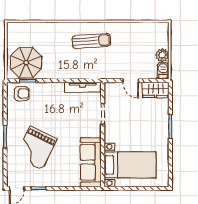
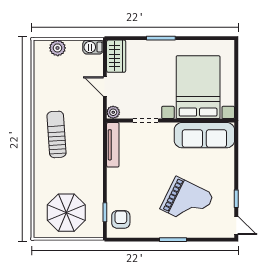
plant: (162, 55) -> (58, 48), moved
parasol: (26, 63) -> (66, 213), moved
door: (131, 81) -> (105, 86), swing flipped
plant: (109, 87) -> (113, 112), added
bed with nightstands: (130, 165) -> (198, 87), width x1.36

